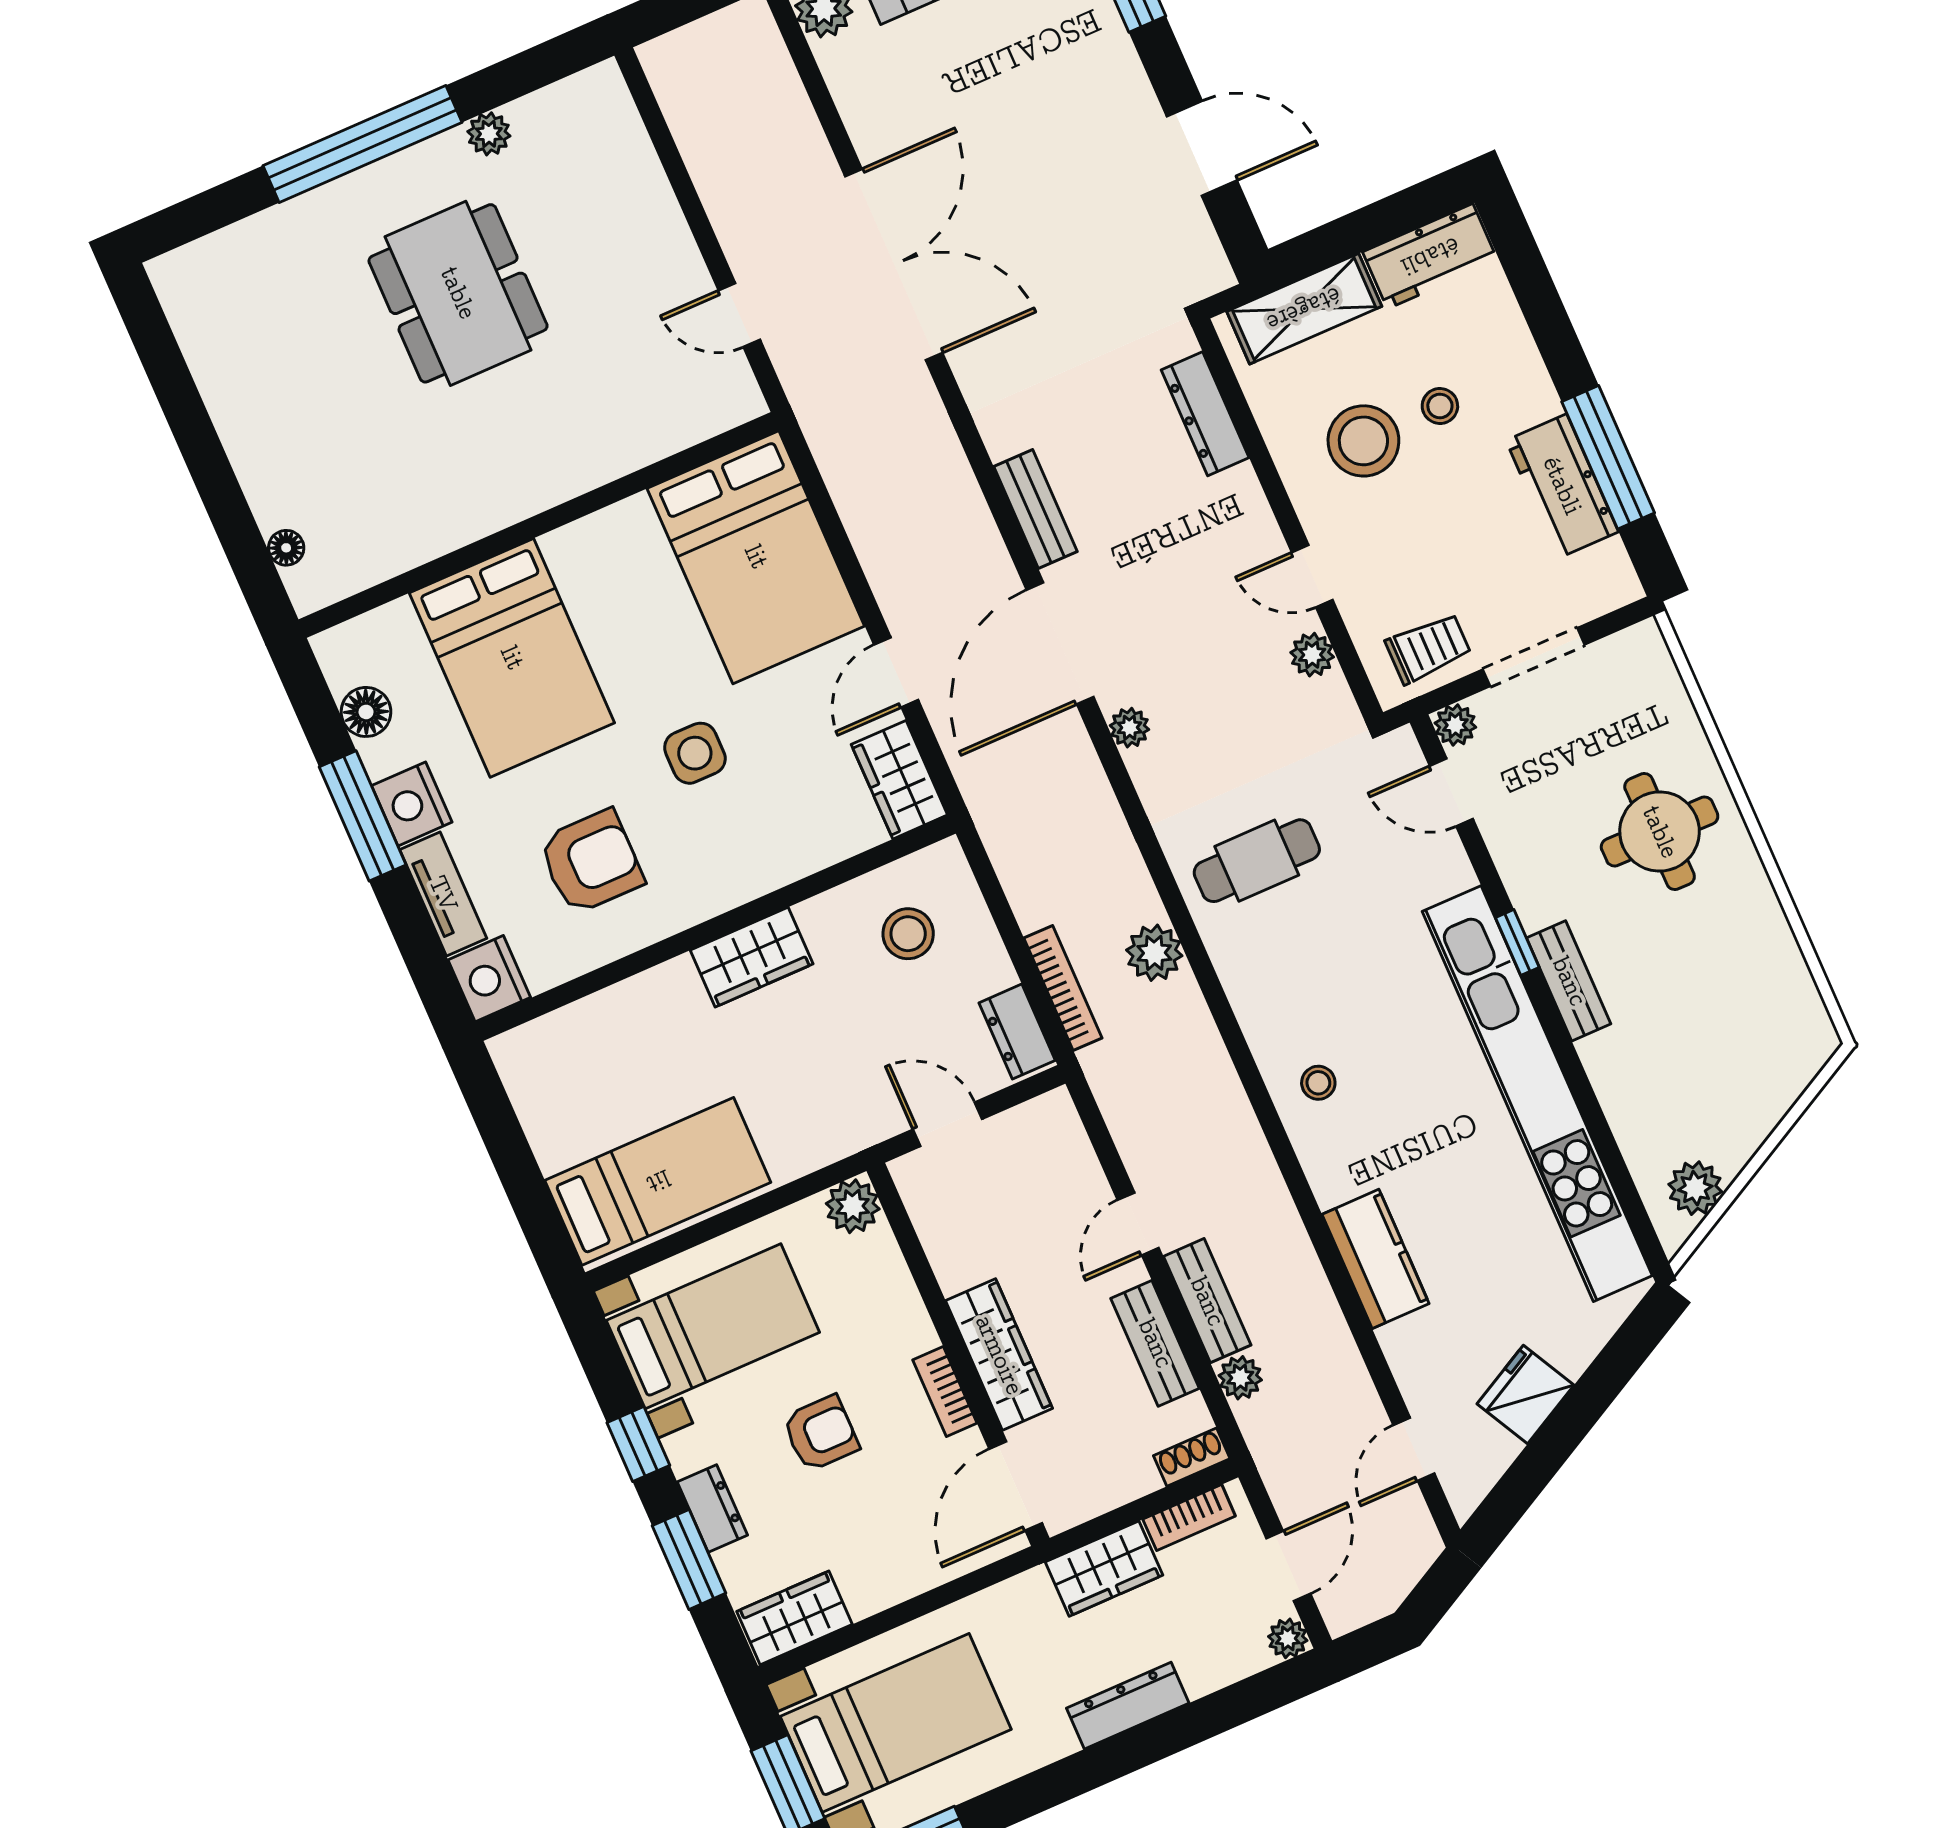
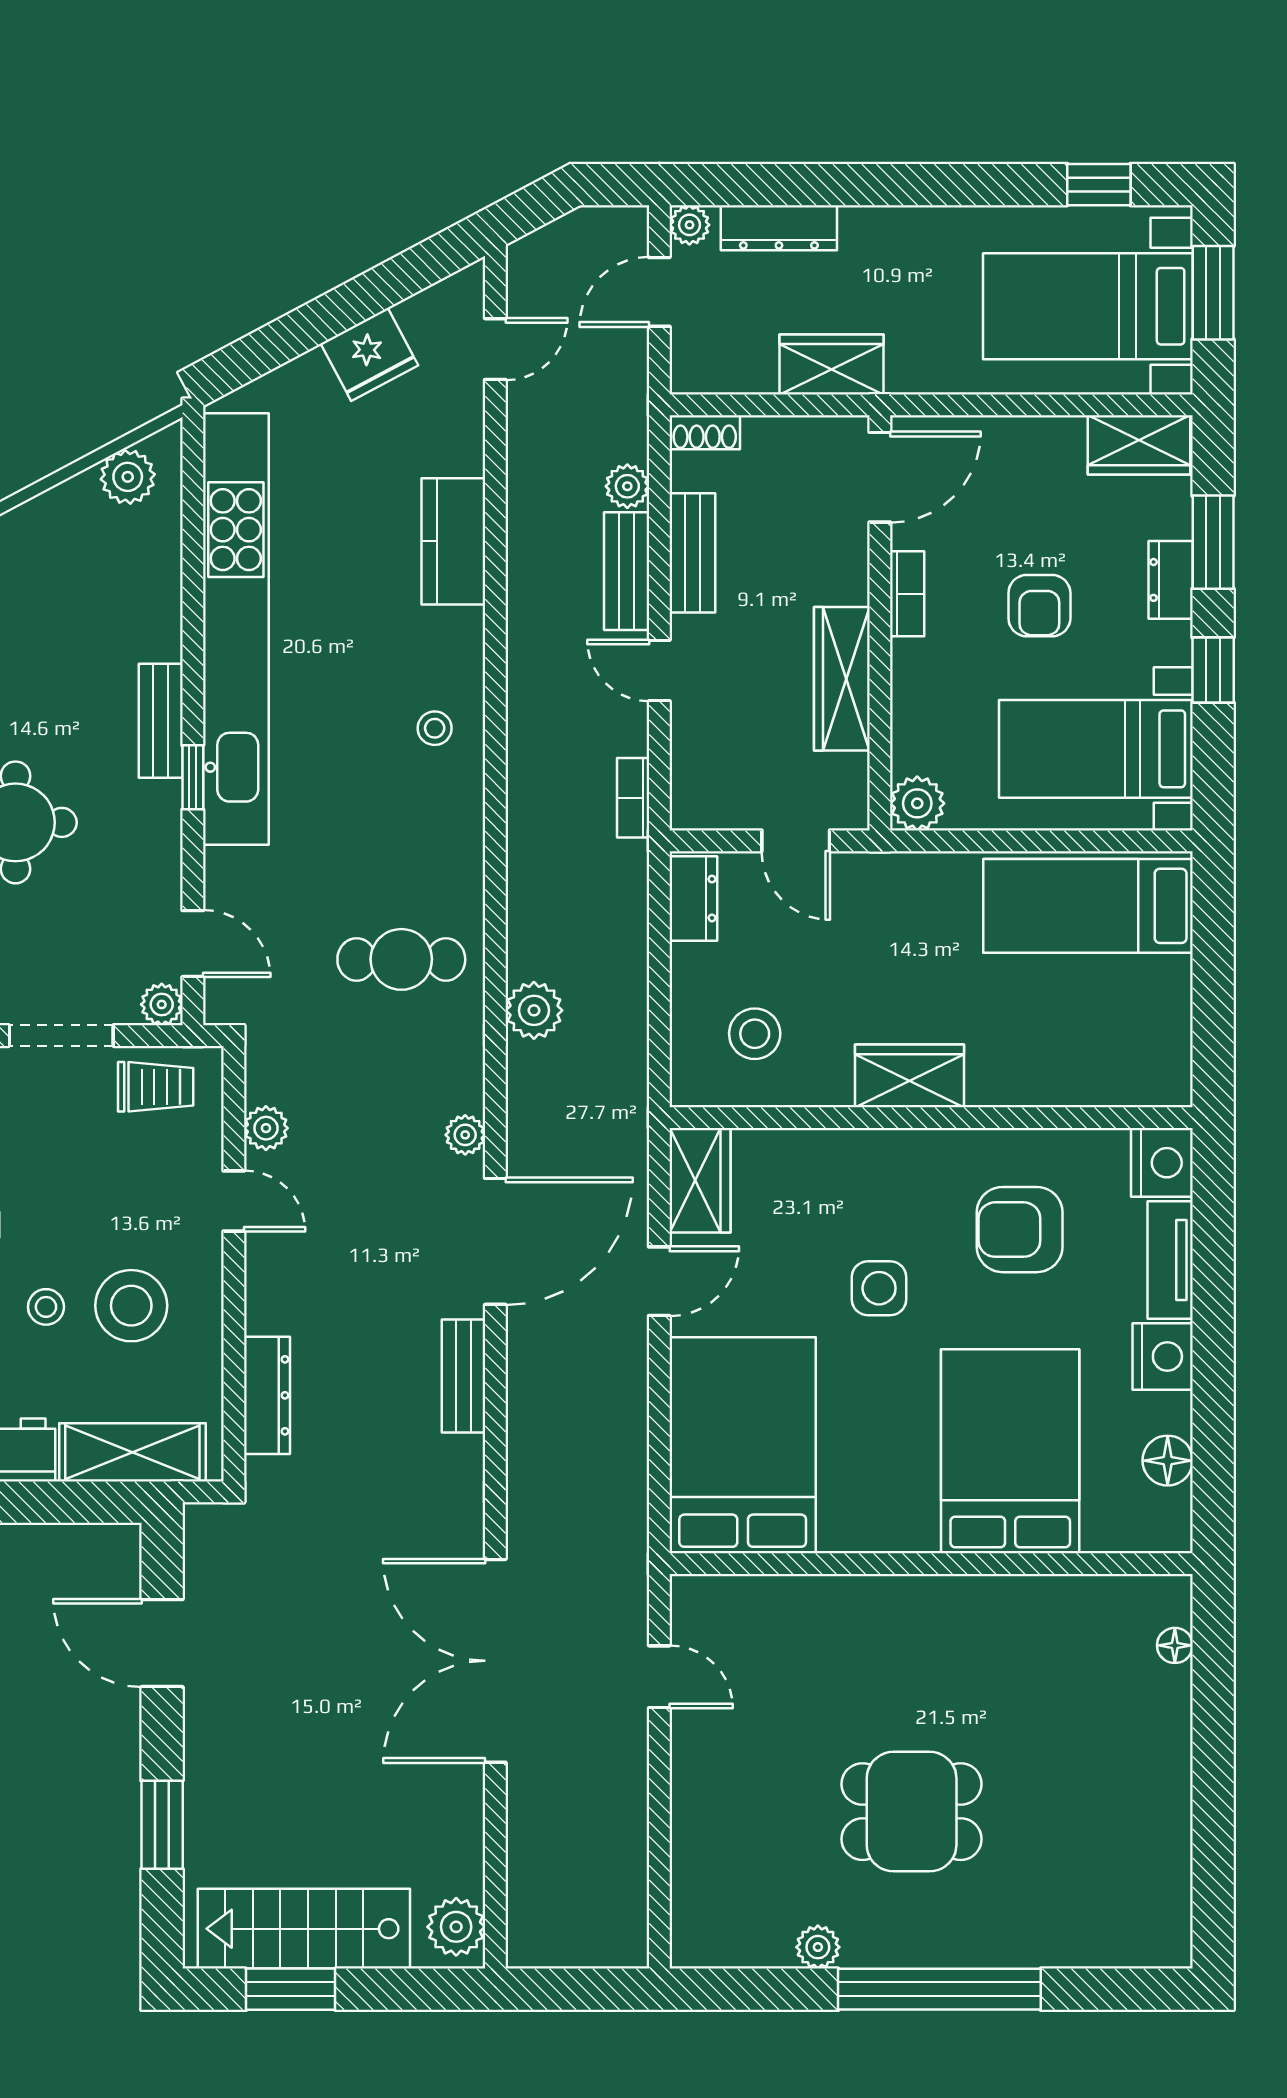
dining table: (458, 293) -> (912, 1812), width x0.73
trolley: (1428, 648) -> (156, 1087), turned 180
window: (363, 816) -> (1213, 1365), removed
plant: (1154, 953) -> (534, 1010), moved
bookcase: (1063, 988) -> (633, 798), moved, width x0.64
door: (1138, 1224) -> (659, 671), swing flipped
wardrobe: (999, 1355) -> (842, 679), moved
armchair: (821, 1433) -> (1039, 606), turned -90
bookcase: (1189, 1518) -> (732, 377), removed
dresser: (1128, 1706) -> (779, 228), moved

